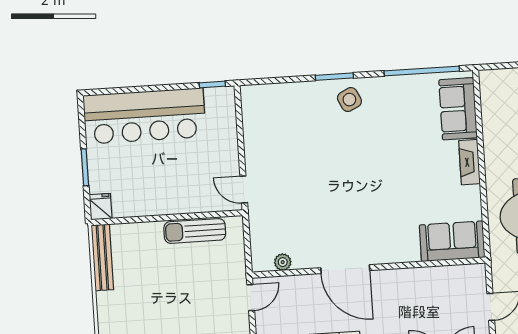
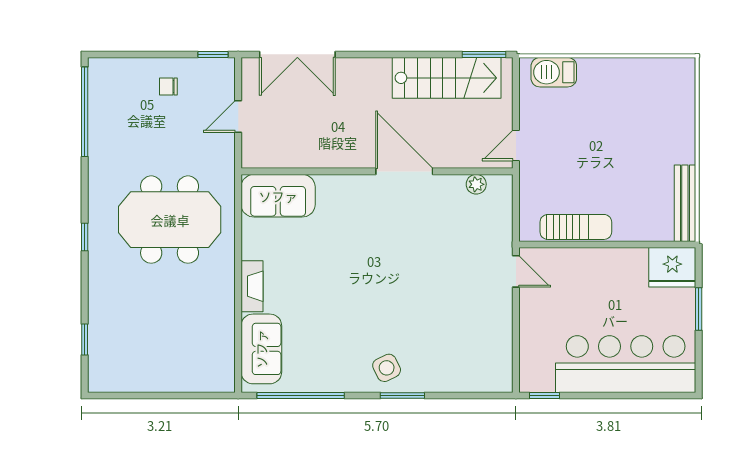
fridge: (101, 207) -> (672, 267), width x1.88, depth x1.34

